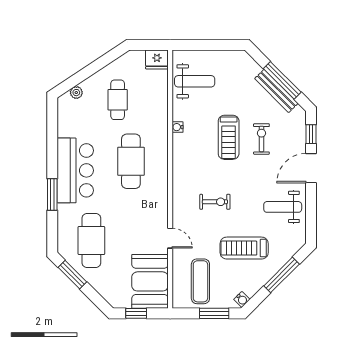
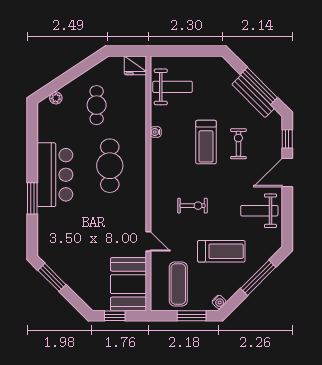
cafe table: (91, 240) -> (71, 244), removed
treadmill: (244, 248) -> (221, 251), turned 180

